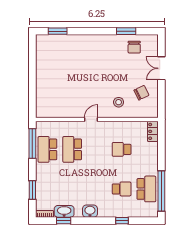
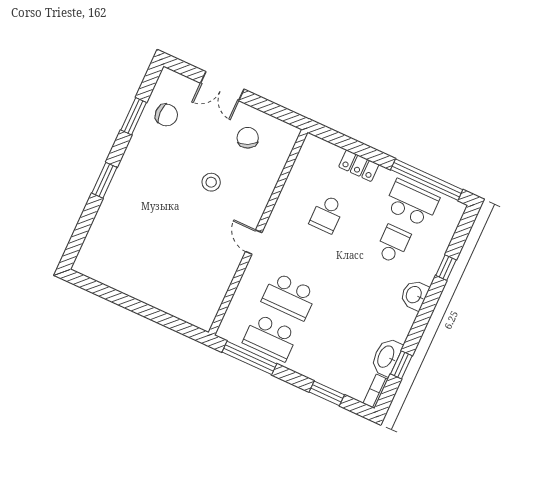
window: (58, 31) -> (104, 180), moved
stool: (119, 102) -> (211, 182), moved
locker: (153, 131) -> (359, 166), moved
washbasin: (90, 211) -> (414, 295), moved

